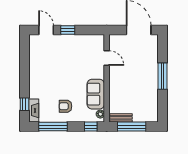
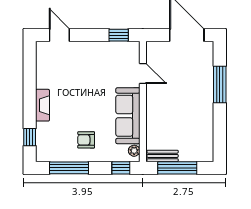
window: (68, 30) -> (119, 35), moved
window: (163, 76) -> (220, 85), moved
sofa: (96, 94) -> (128, 116), width x1.36
fireplace: (34, 111) -> (42, 105), moved

